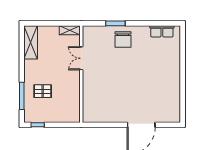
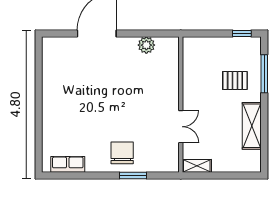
shelving: (31, 42) -> (252, 126), moved
plant: (106, 116) -> (146, 45), added

